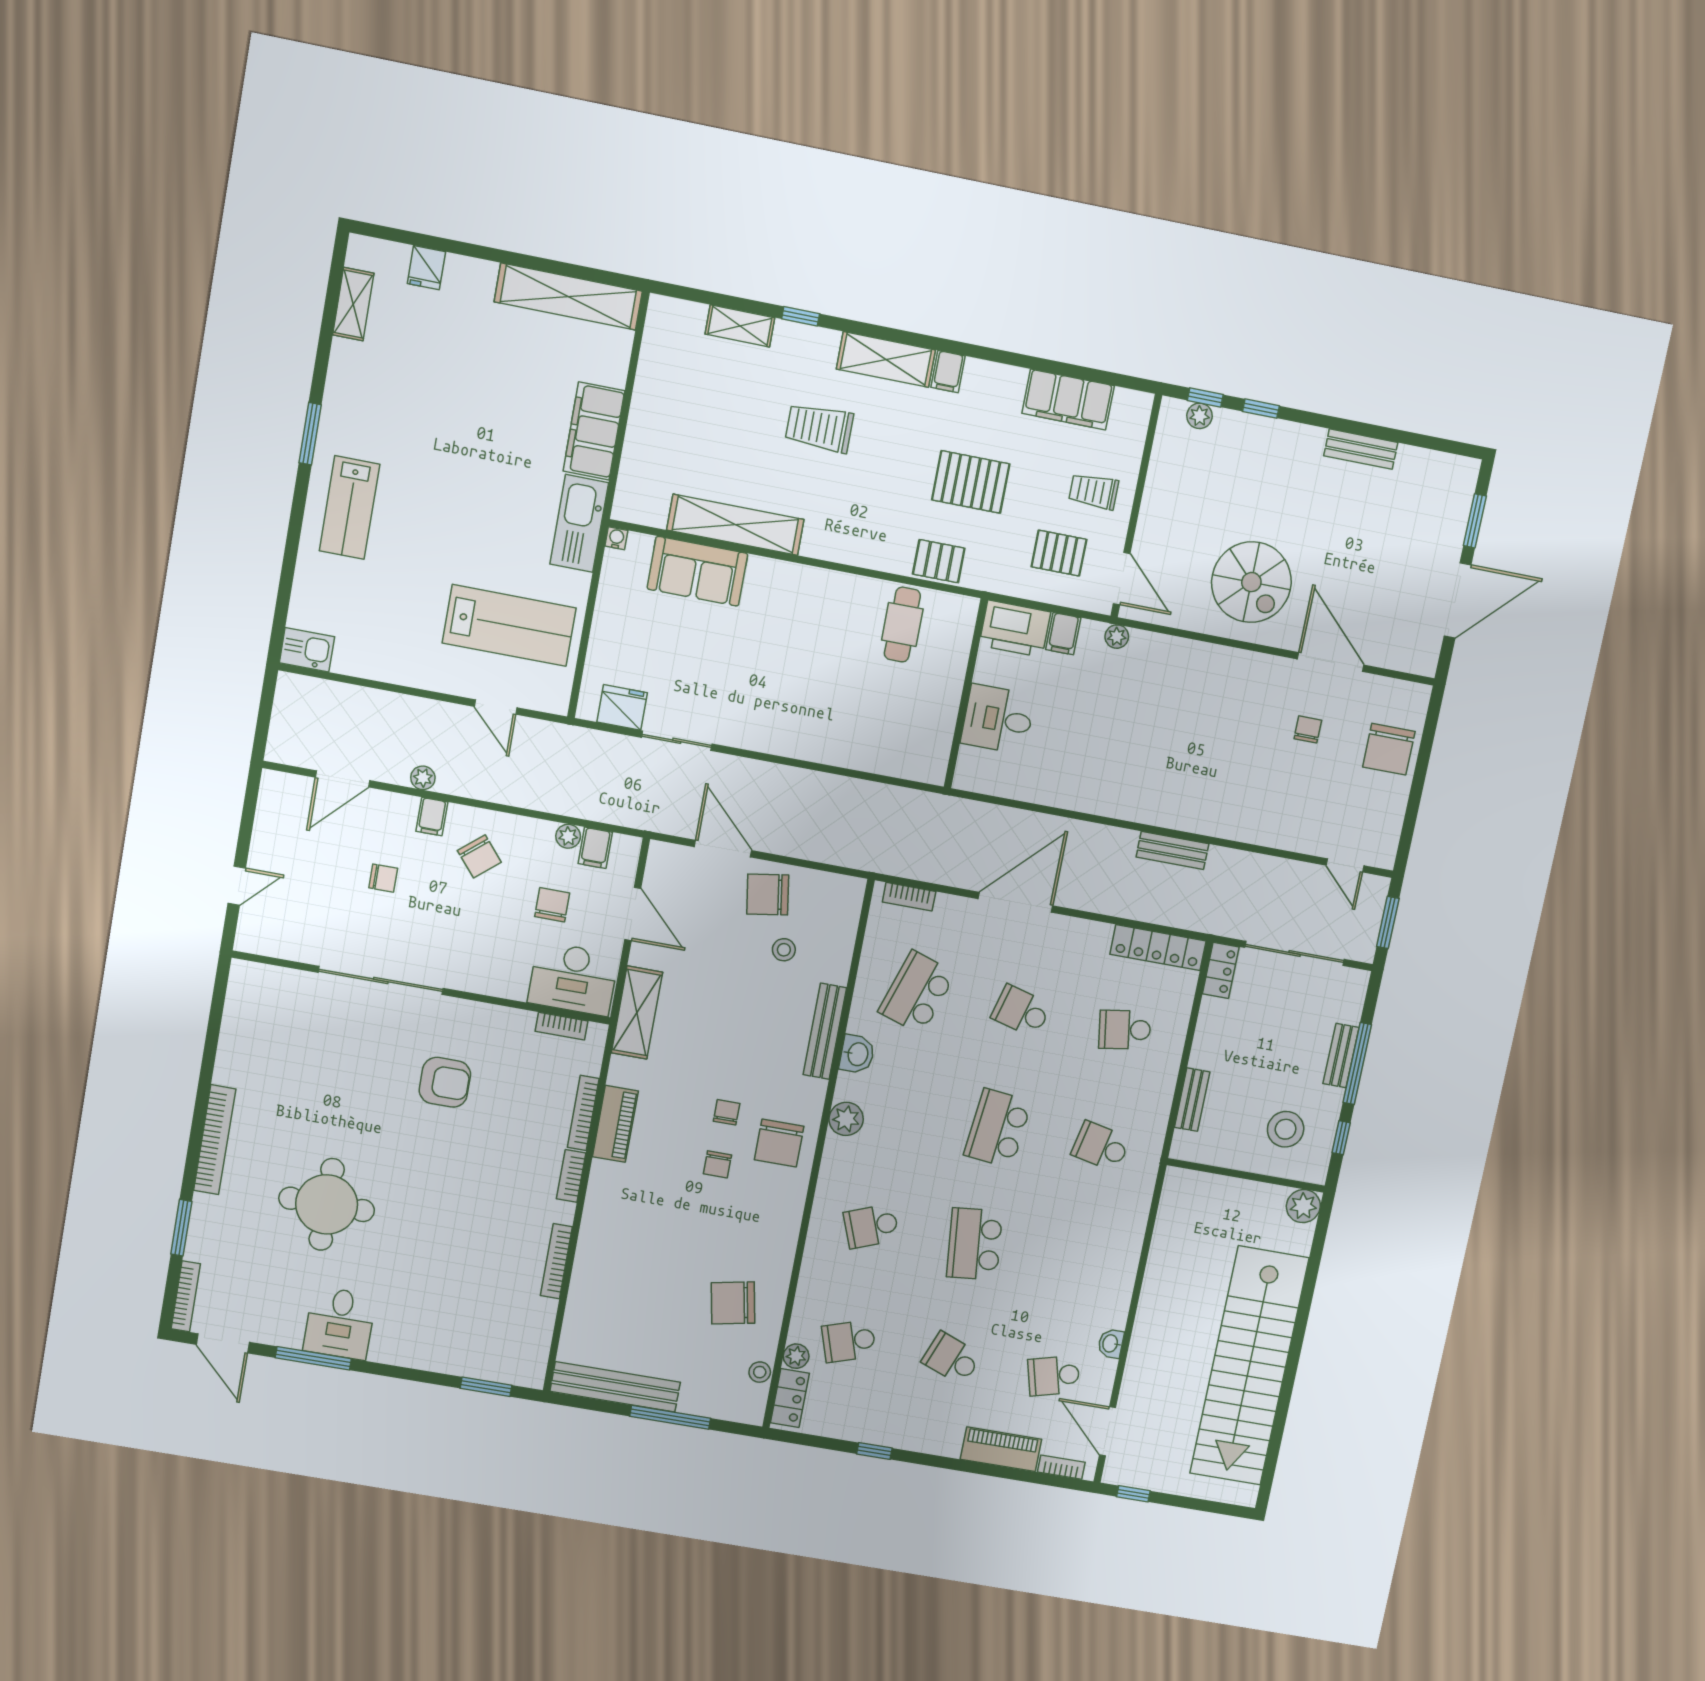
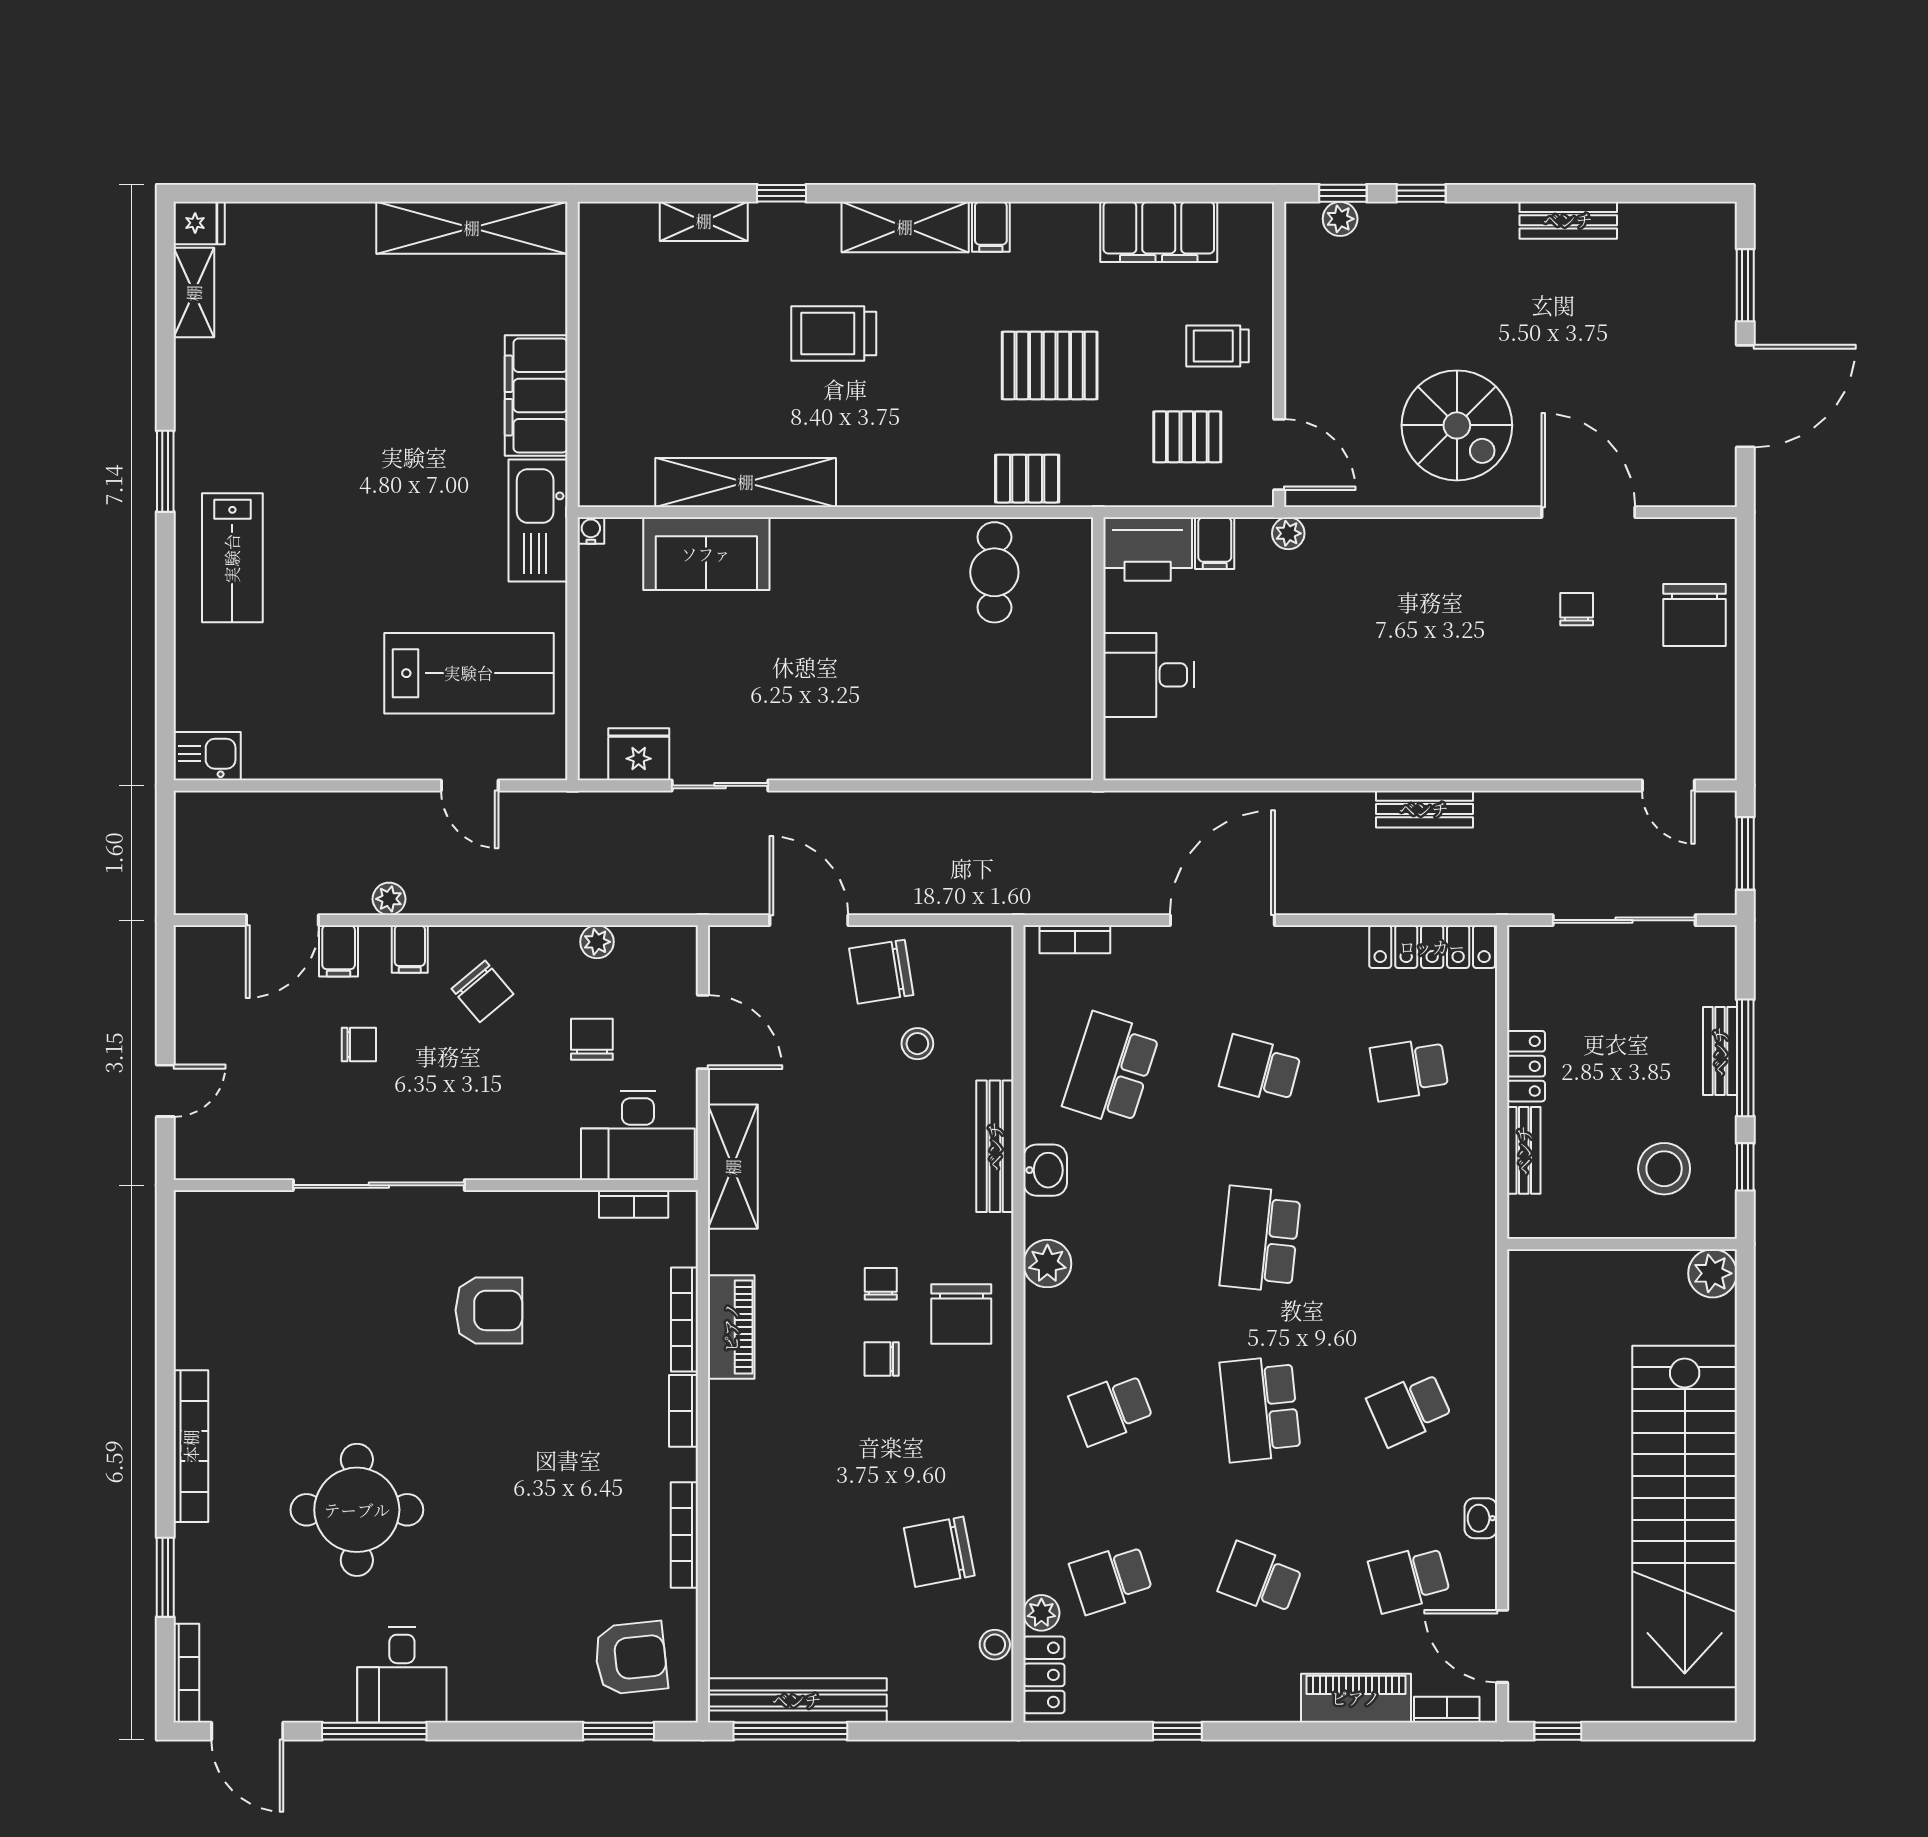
fridge: (426, 268) -> (199, 223), moved, turned -90
filing cabinet: (595, 848) -> (339, 951), moved
locker: (1221, 970) -> (1526, 1066), moved
school desk: (1101, 1146) -> (1409, 1409), moved, turned -36
chair: (717, 1164) -> (882, 1359), turned 90
armchair: (504, 1339) -> (631, 1658), added
window: (670, 1417) -> (790, 1731), moved

